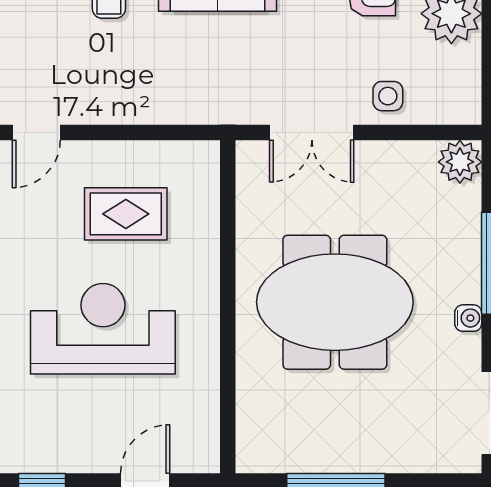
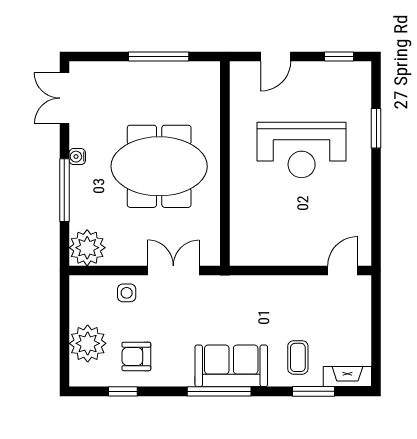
plant: (460, 162) -> (87, 248), width x1.36, depth x1.36
rug: (126, 214) -> (288, 220), removed

